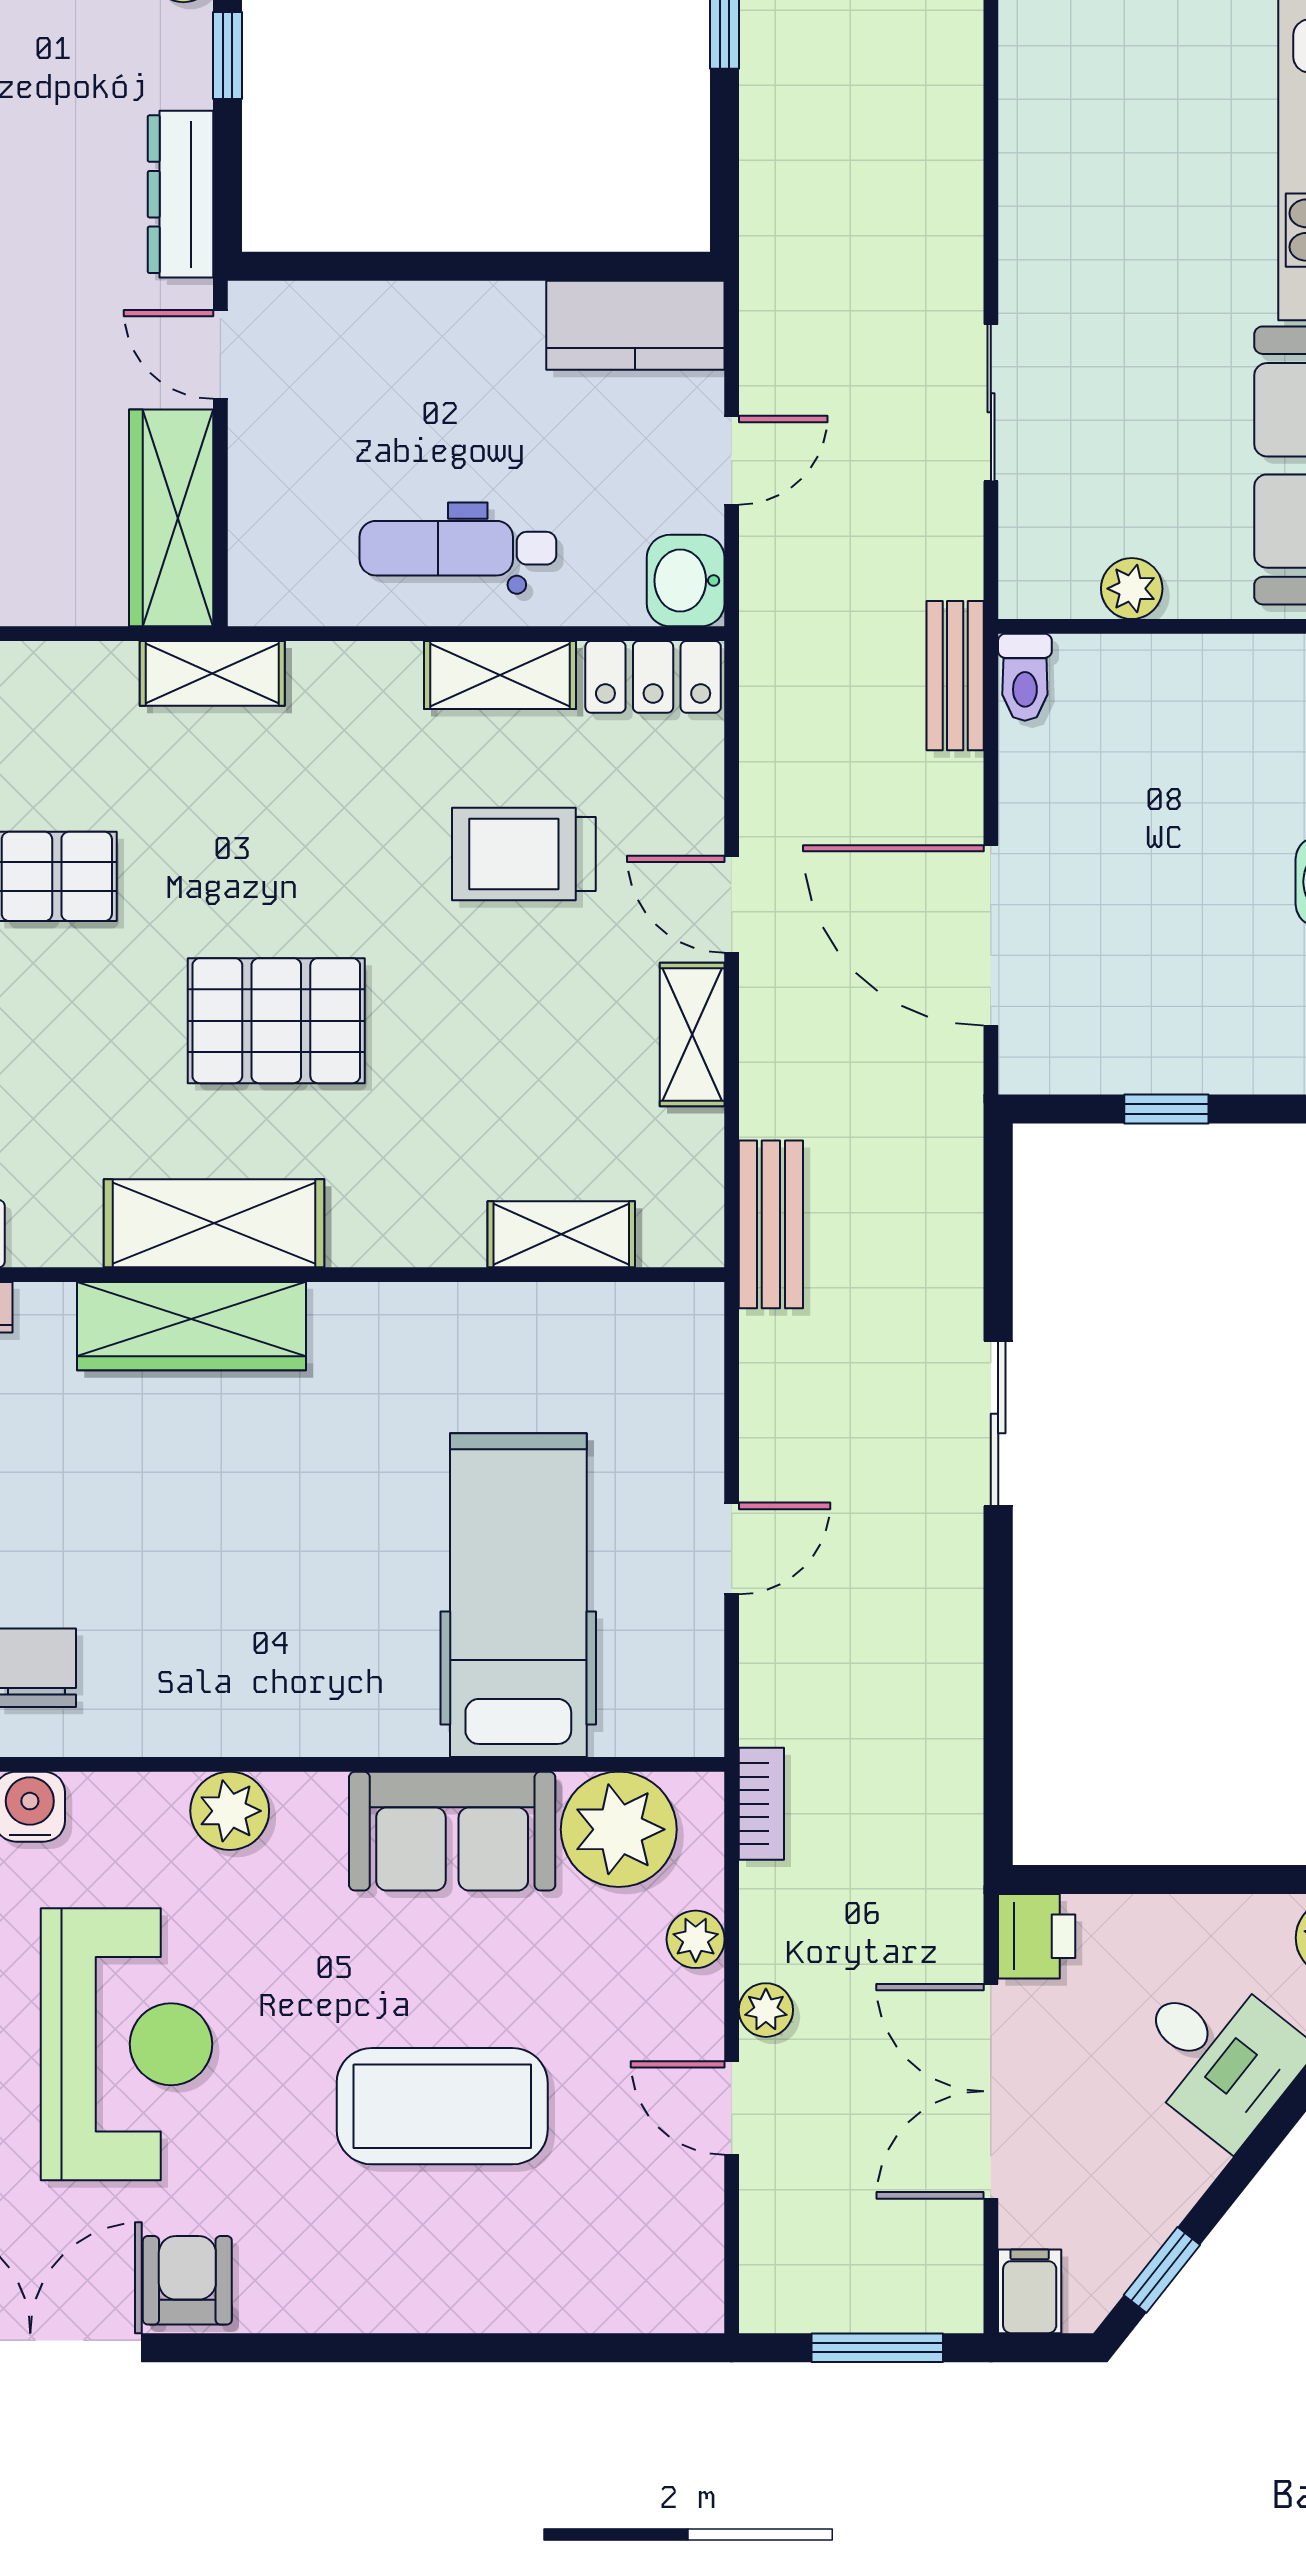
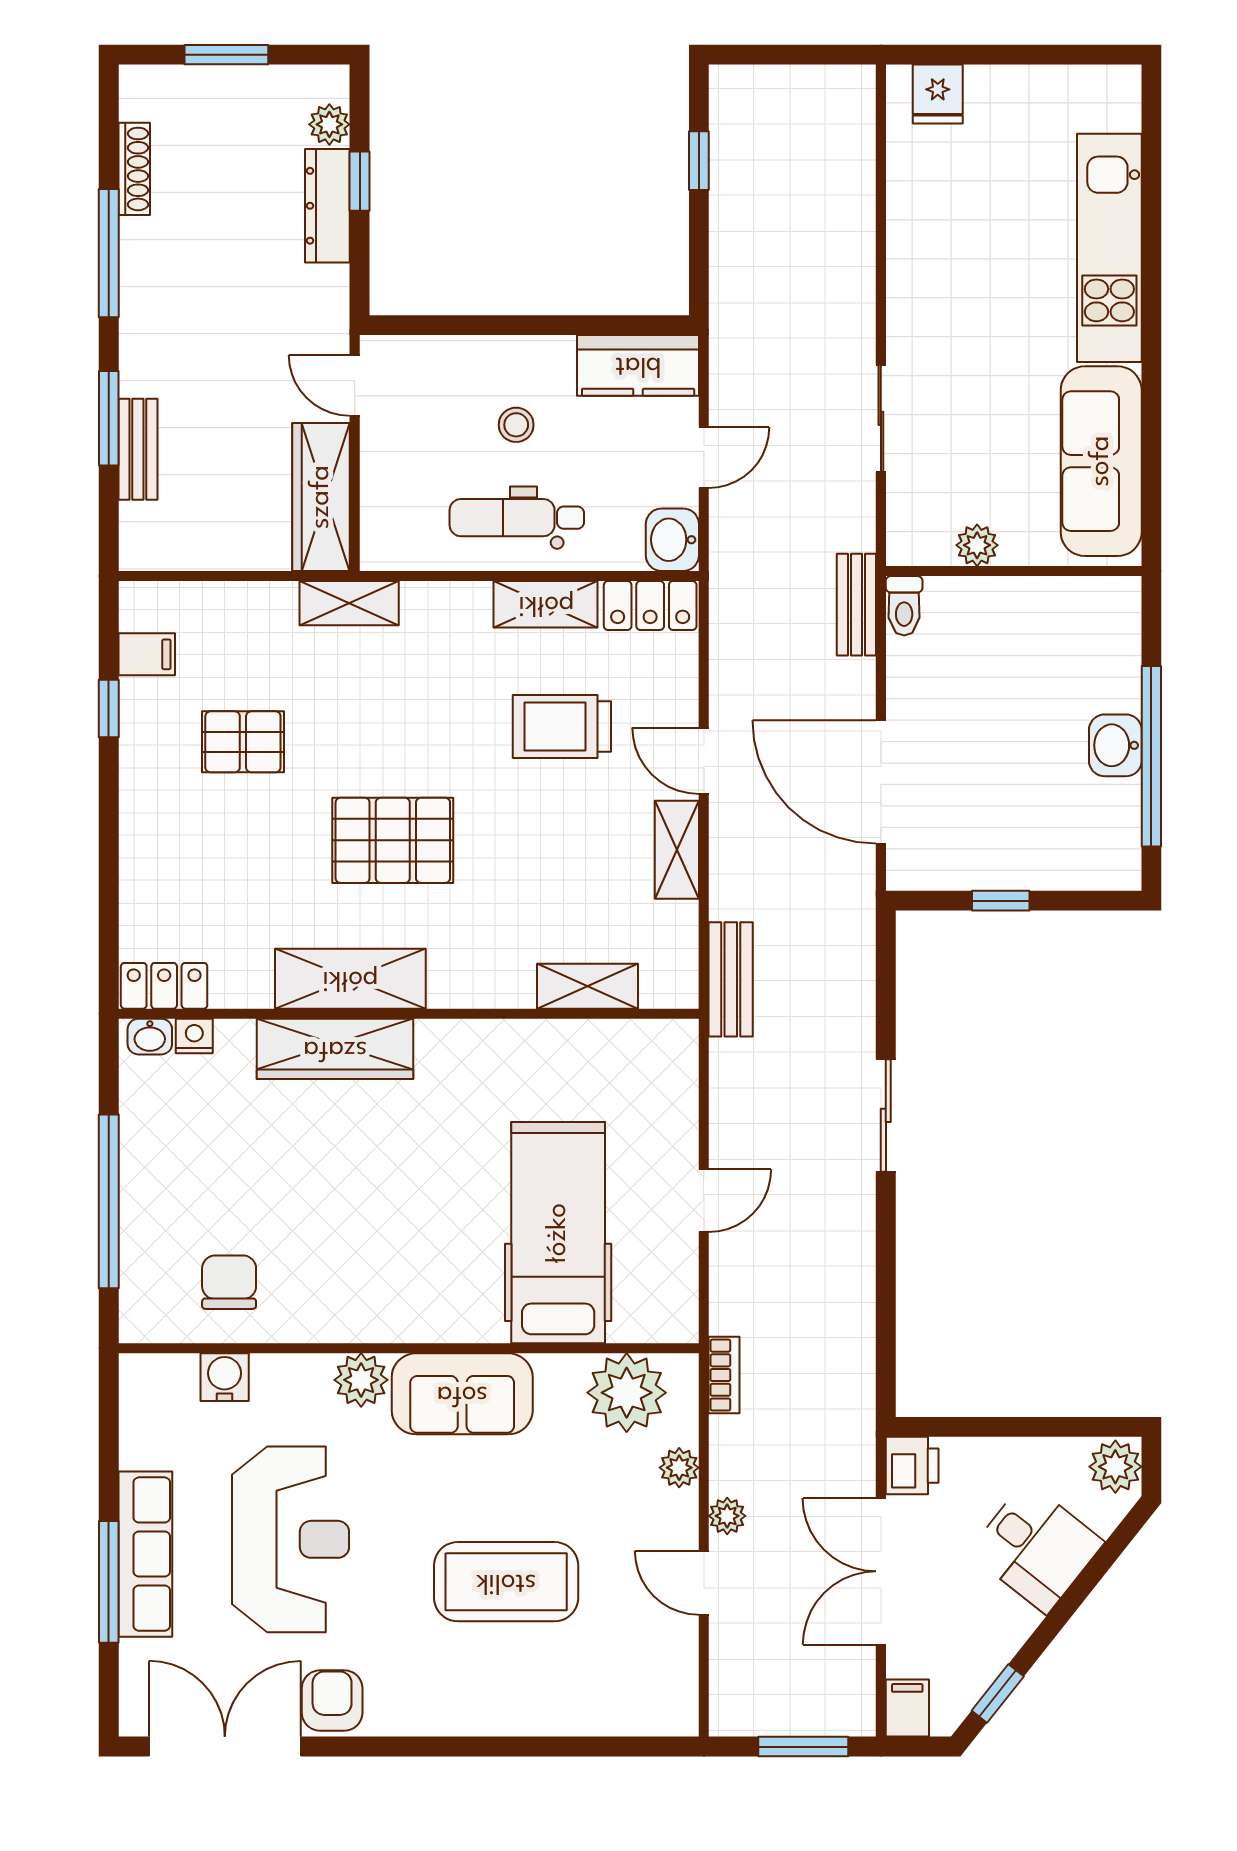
dresser: (180, 194) -> (327, 206), moved
stool: (457, 412) -> (516, 425), added
sofa: (452, 1831) -> (462, 1394), moved

